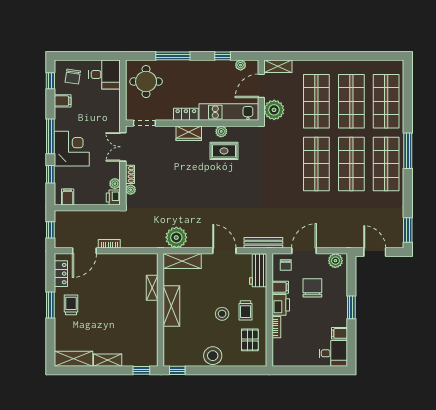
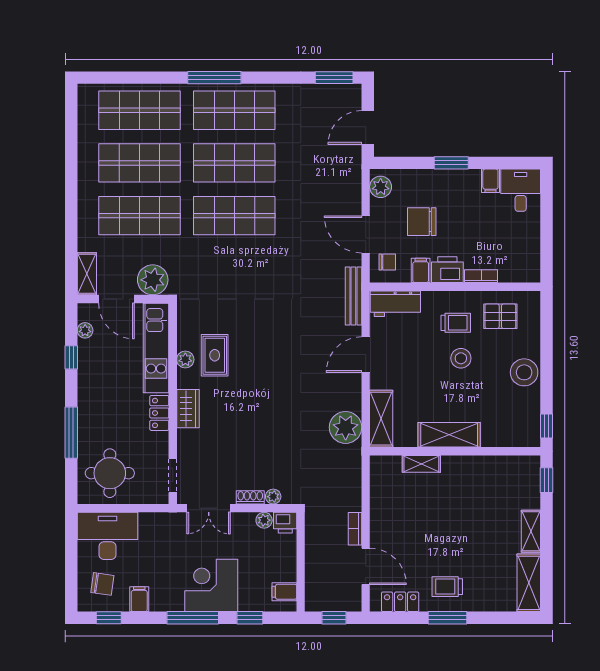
desk: (104, 75) -> (107, 536), width x1.37

